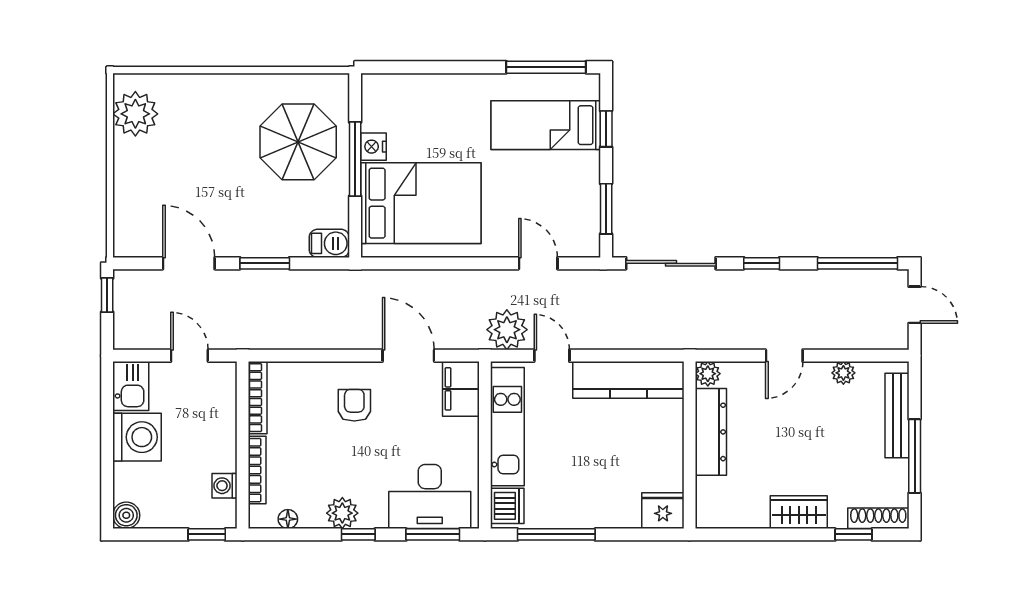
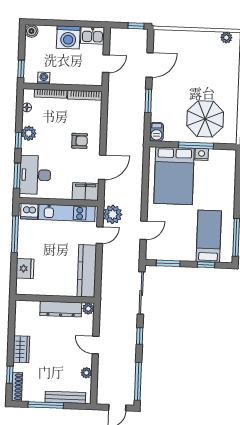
plant: (135, 114) -> (226, 38), width x0.53, depth x0.53
fridge: (663, 511) -> (25, 269), moved

